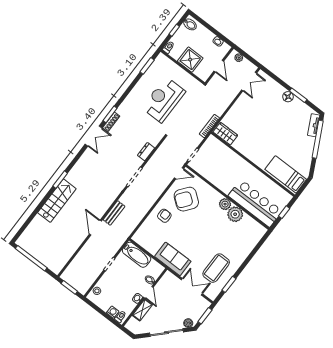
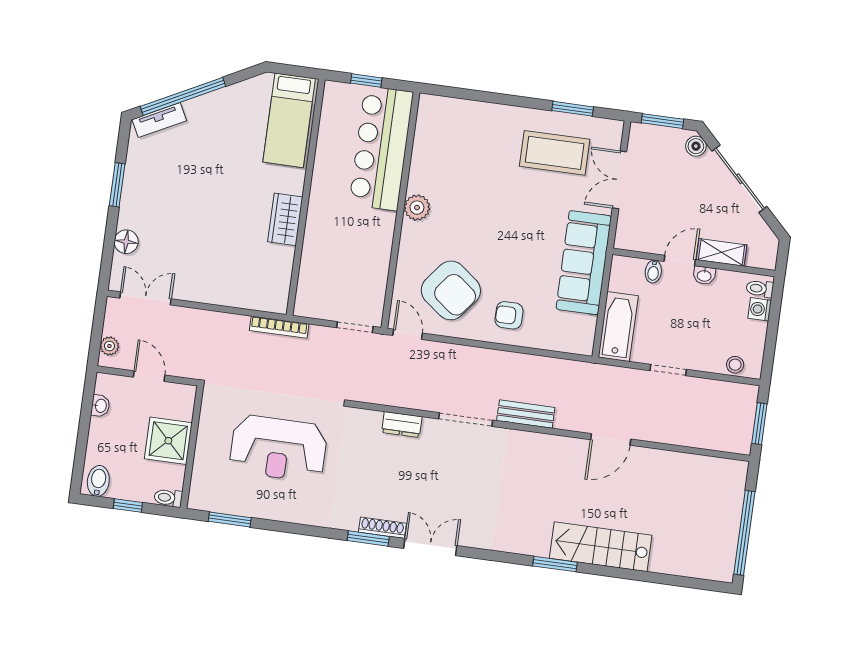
door: (219, 66) -> (149, 376), hinge flipped
floor lamp: (288, 97) -> (126, 242), moved
wardrobe: (225, 134) -> (285, 219), moved
bench: (114, 213) -> (526, 414), moved
plant: (235, 214) -> (426, 176), removed
sofa: (173, 259) -> (584, 263), width x1.36

